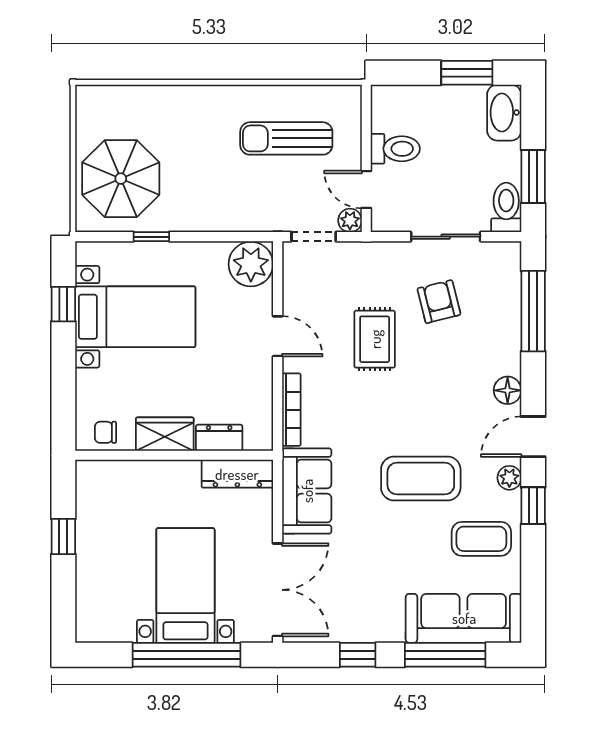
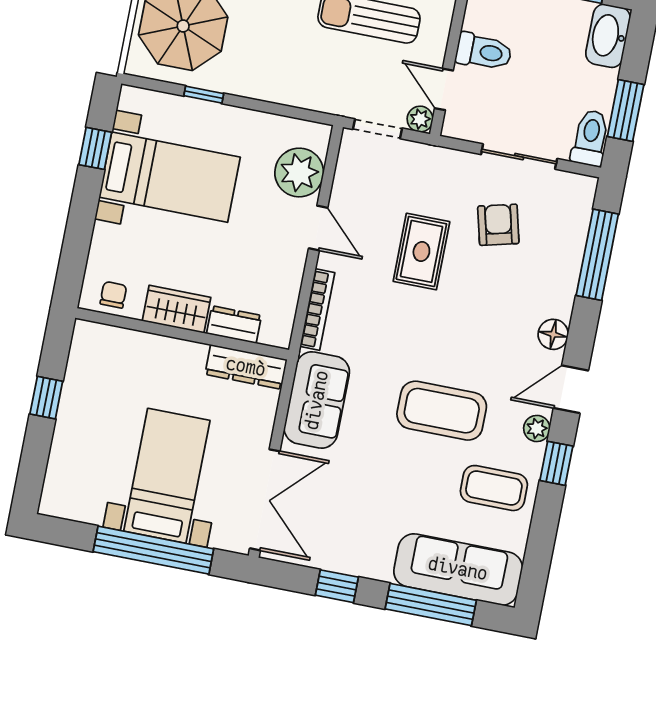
plant: (251, 264) -> (299, 173), moved
chair: (106, 432) -> (113, 295), turned 90

